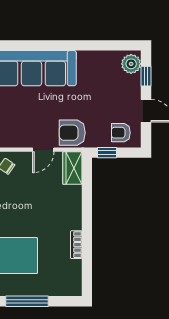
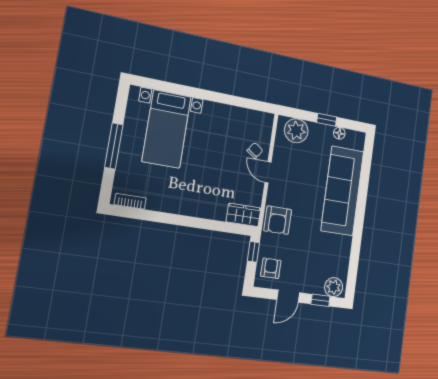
armchair: (72, 133) -> (278, 220), turned 180
door: (43, 150) -> (268, 172), moved
bookcase: (76, 245) -> (130, 201), moved

